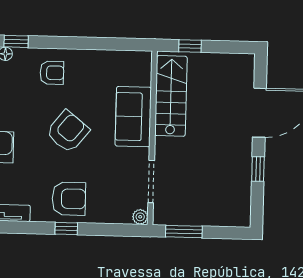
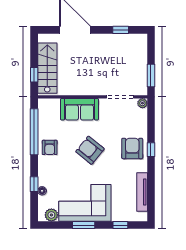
window: (99, 44) -> (34, 132), added
armchair: (52, 73) -> (50, 147), moved, turned 180
stairs: (171, 96) -> (47, 68), moved, turned 90
window: (258, 169) -> (121, 30), moved

